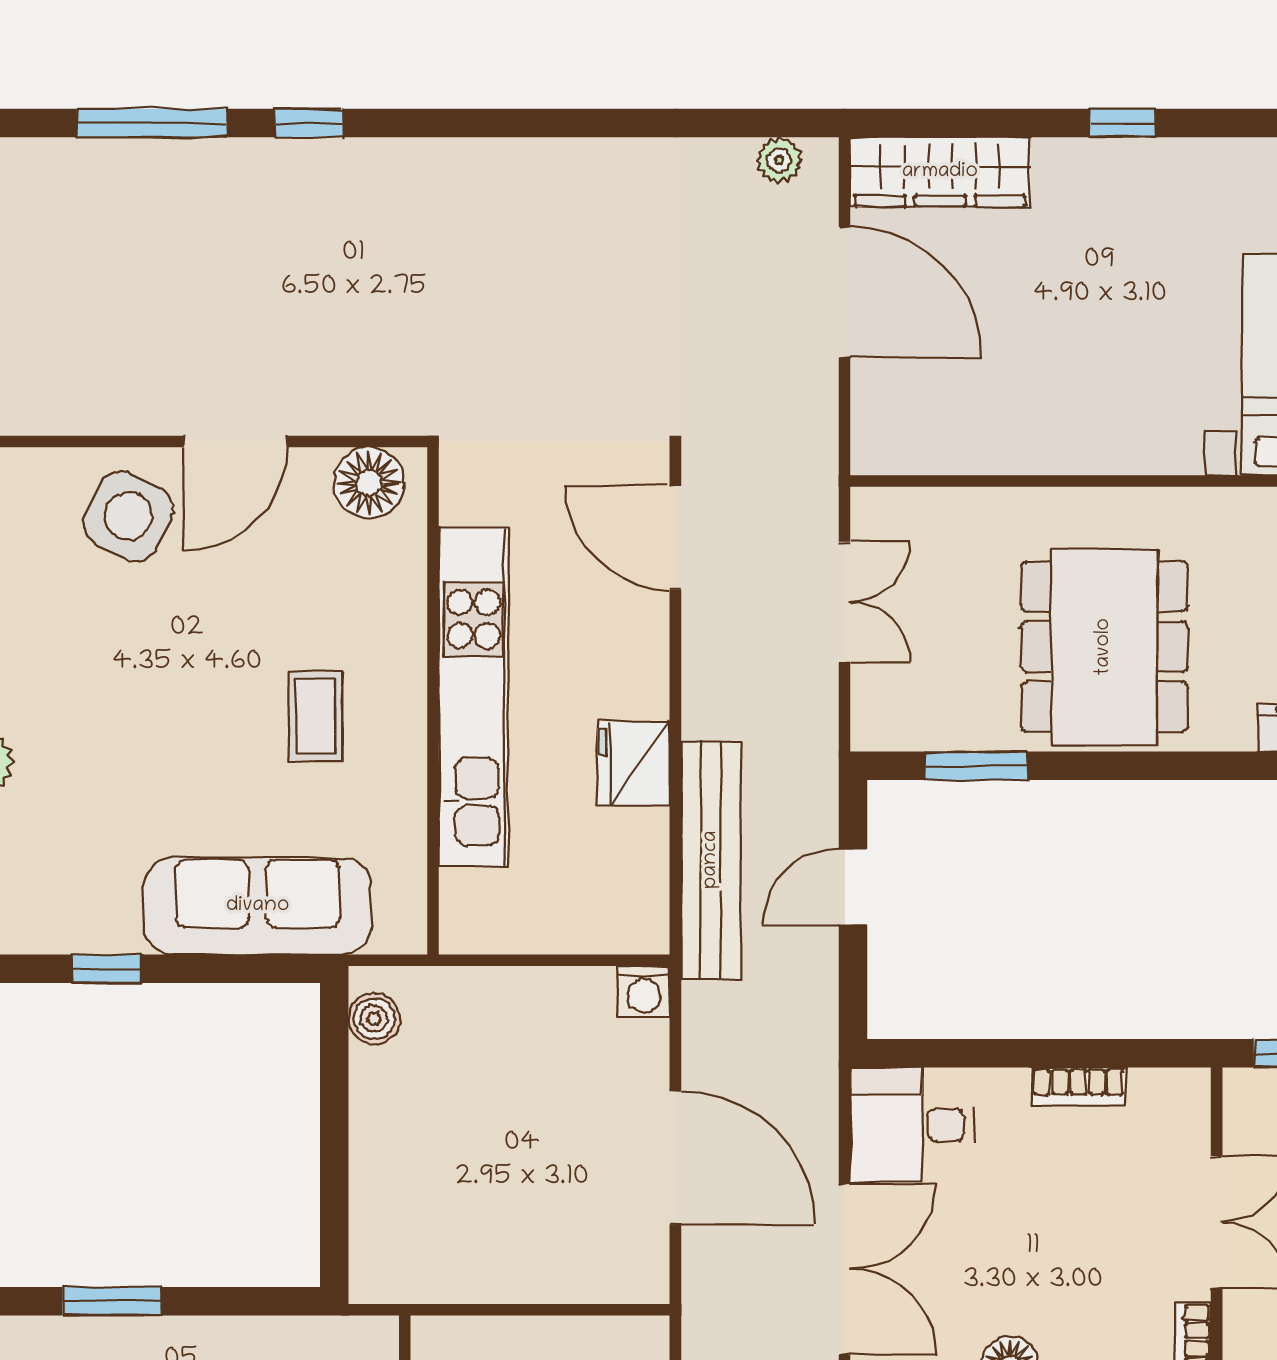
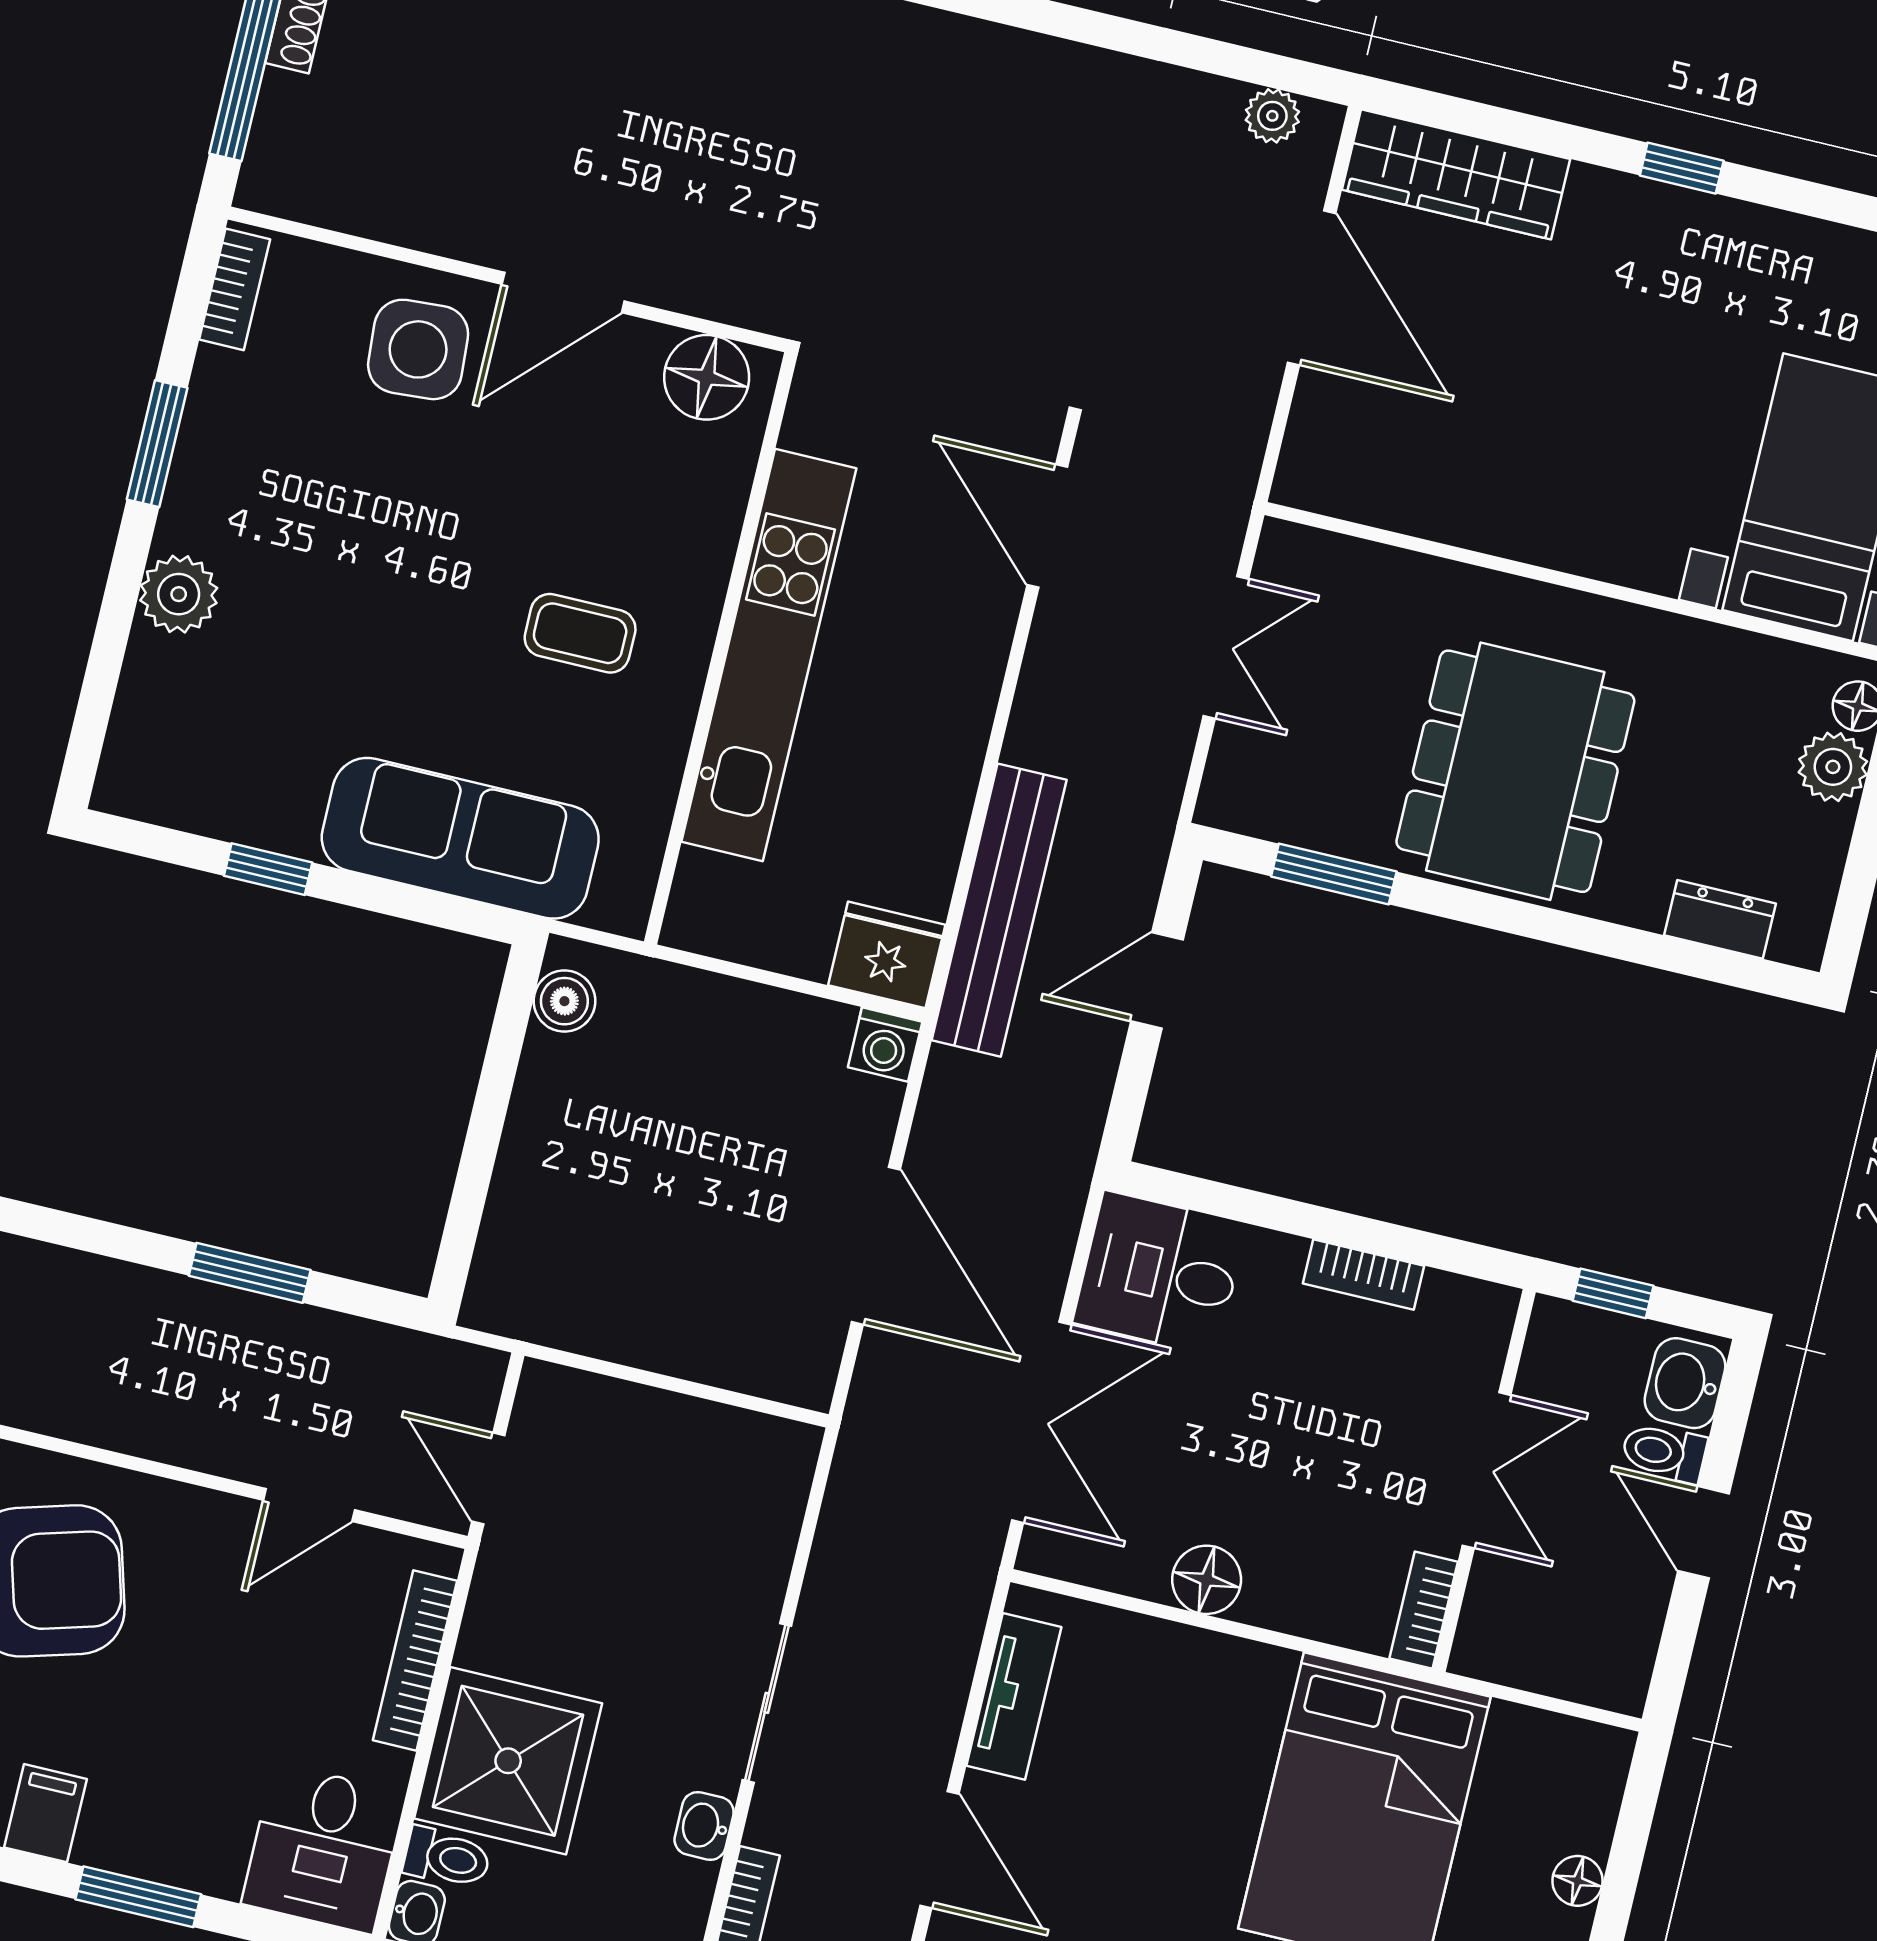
side table: (128, 516) -> (418, 349), turned -30
coffee table: (315, 716) -> (580, 633), turned 90
fridge: (634, 764) -> (887, 955), moved, turned 90
window: (111, 1301) -> (250, 1273), moved

